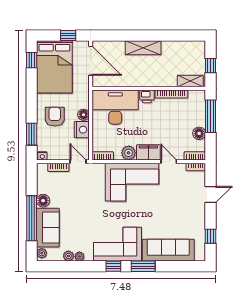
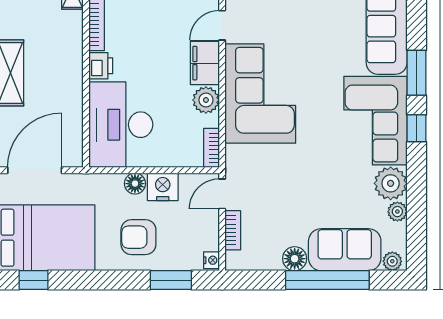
plant: (79, 256) -> (391, 183), width x1.88, depth x1.88

